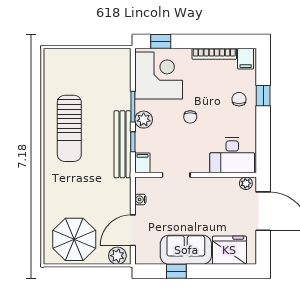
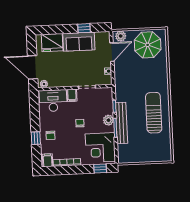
bench: (122, 144) -> (121, 123), moved
filing cabinet: (142, 163) -> (72, 95), moved

